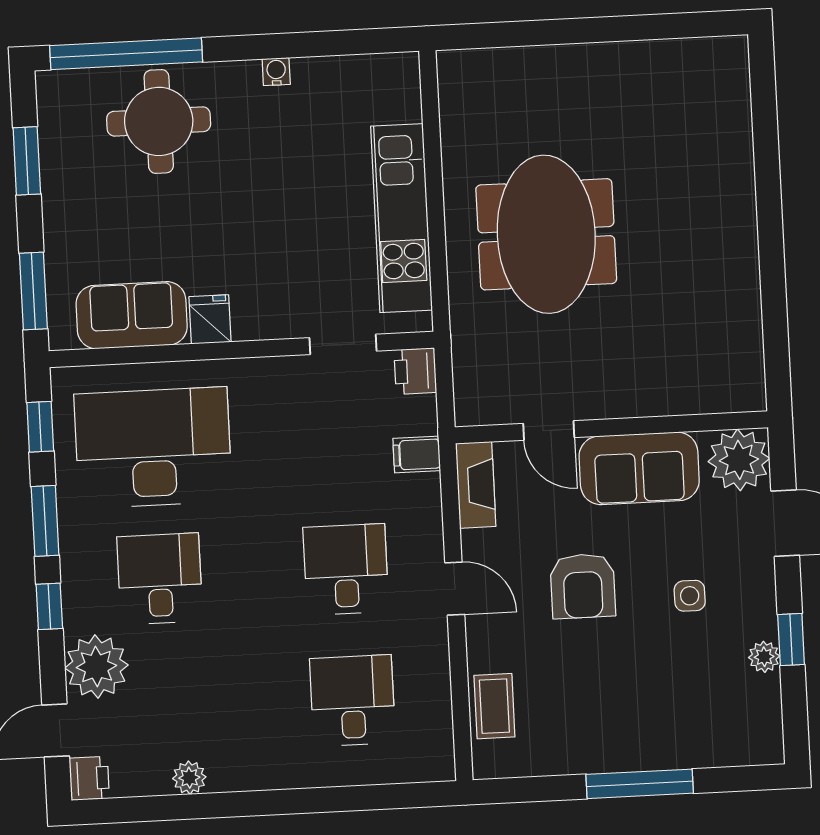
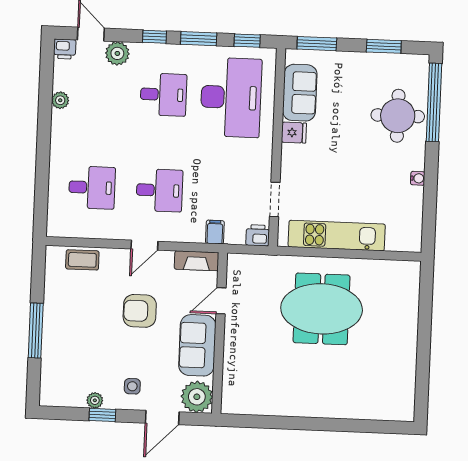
side table: (690, 596) -> (132, 386), moved
plant: (96, 667) -> (117, 53), width x0.73, depth x0.73

